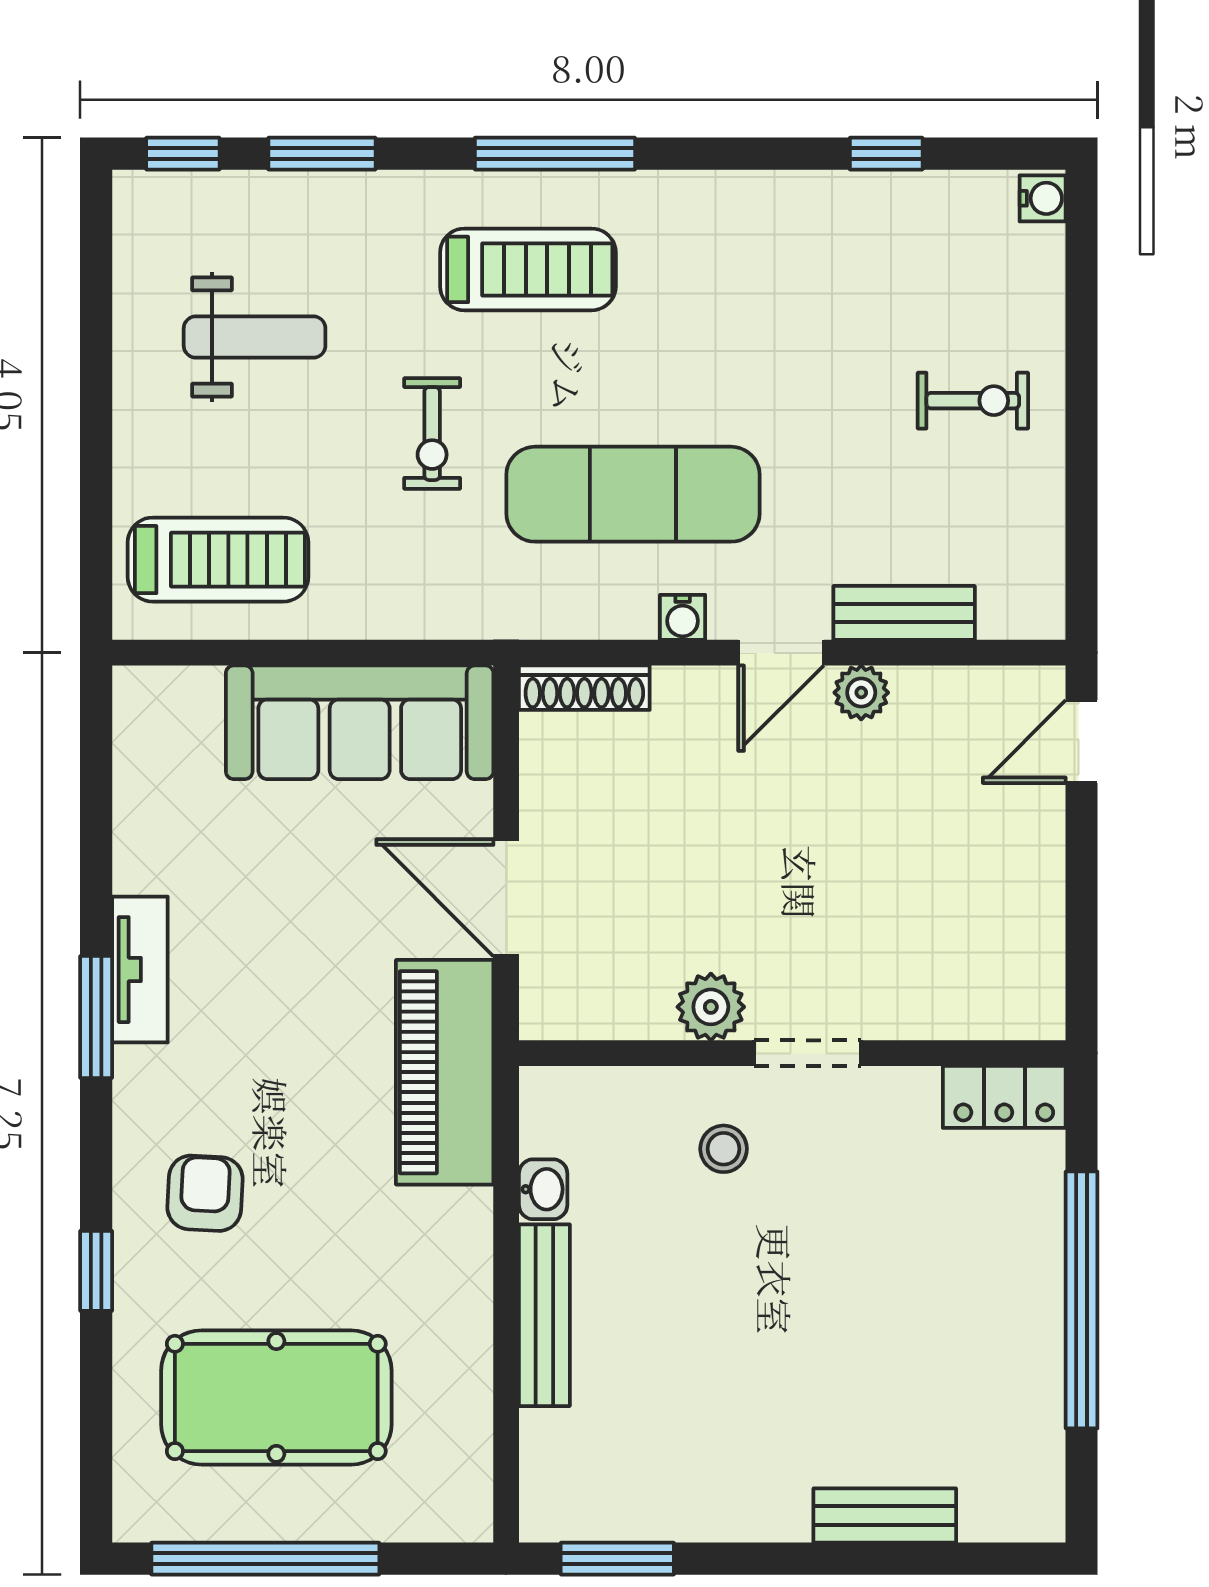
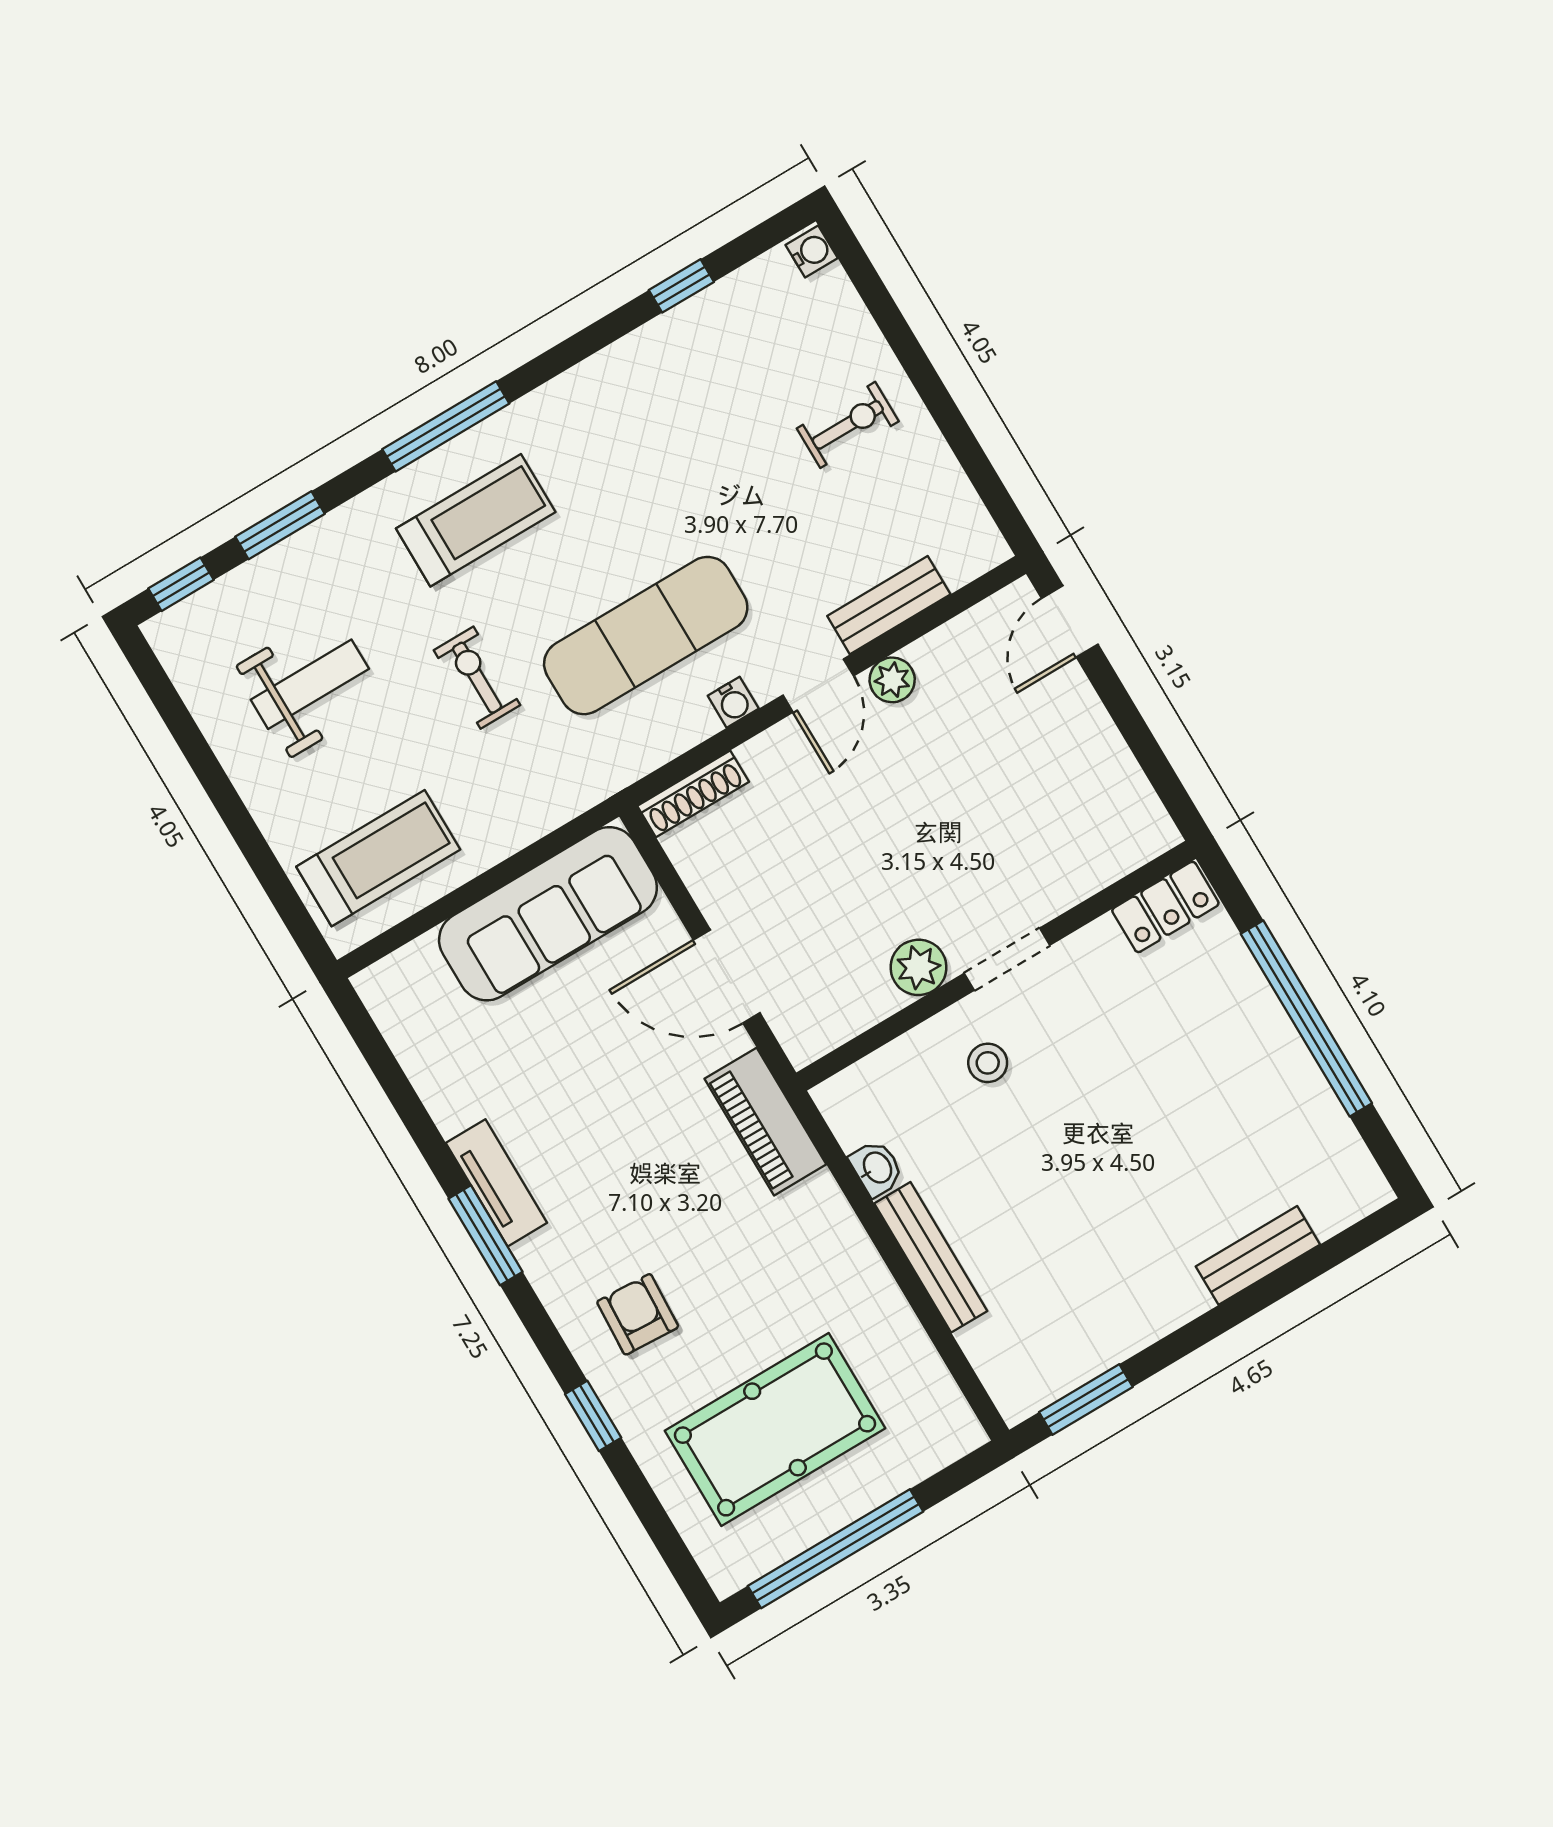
exercise bike: (432, 434) -> (477, 678), turned 180
piano: (445, 1072) -> (765, 1122), width x0.73, depth x0.75

